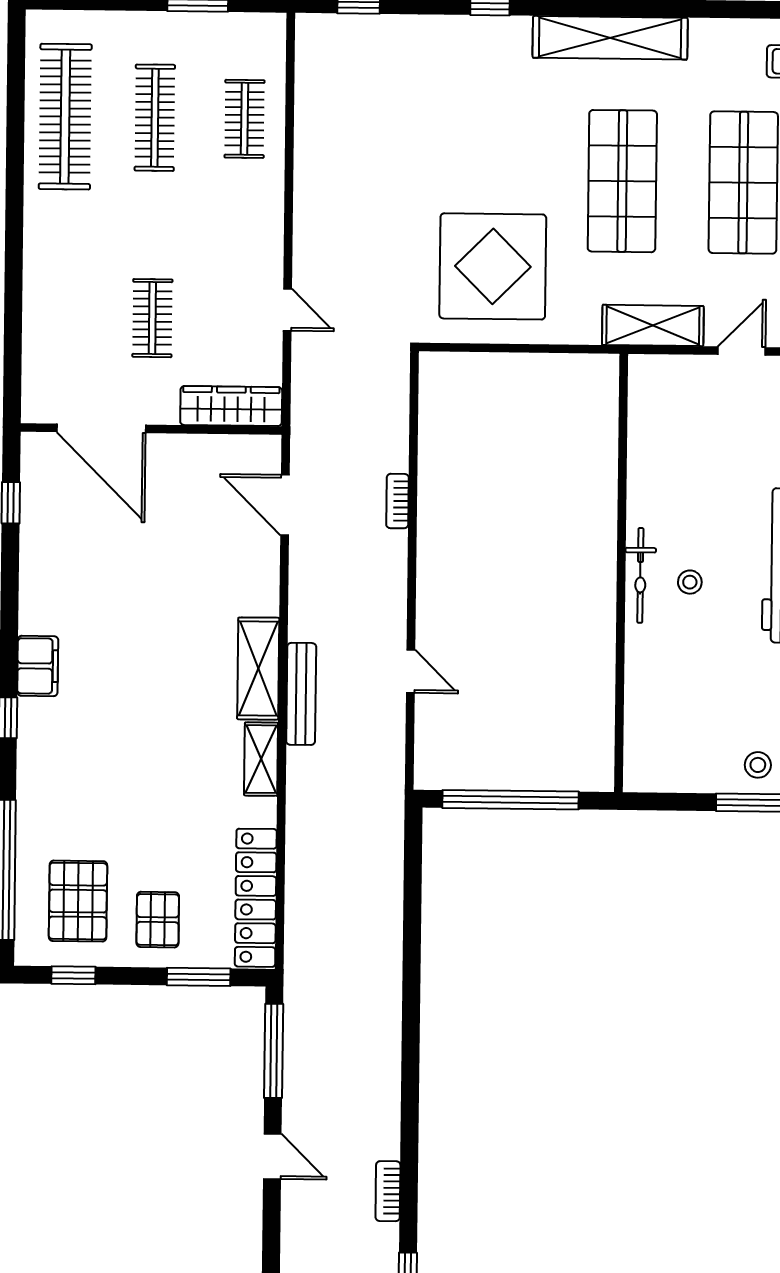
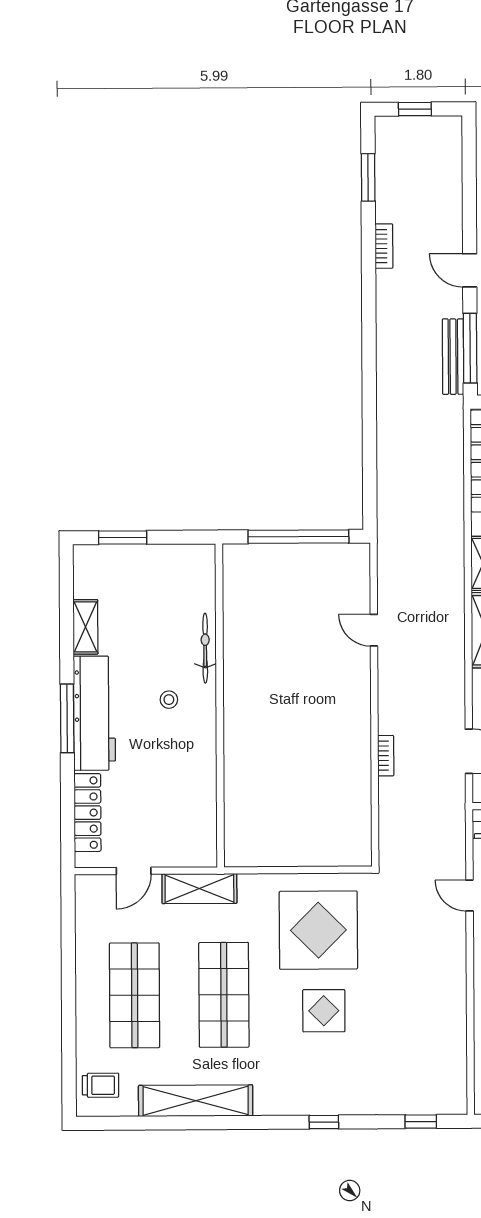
shelving: (610, 38) -> (196, 1101), moved
display table: (487, 157) -> (324, 1011), added
bicycle: (640, 575) -> (205, 648), moved
bench: (301, 694) -> (453, 357), moved
stool: (758, 765) -> (116, 565), removed

